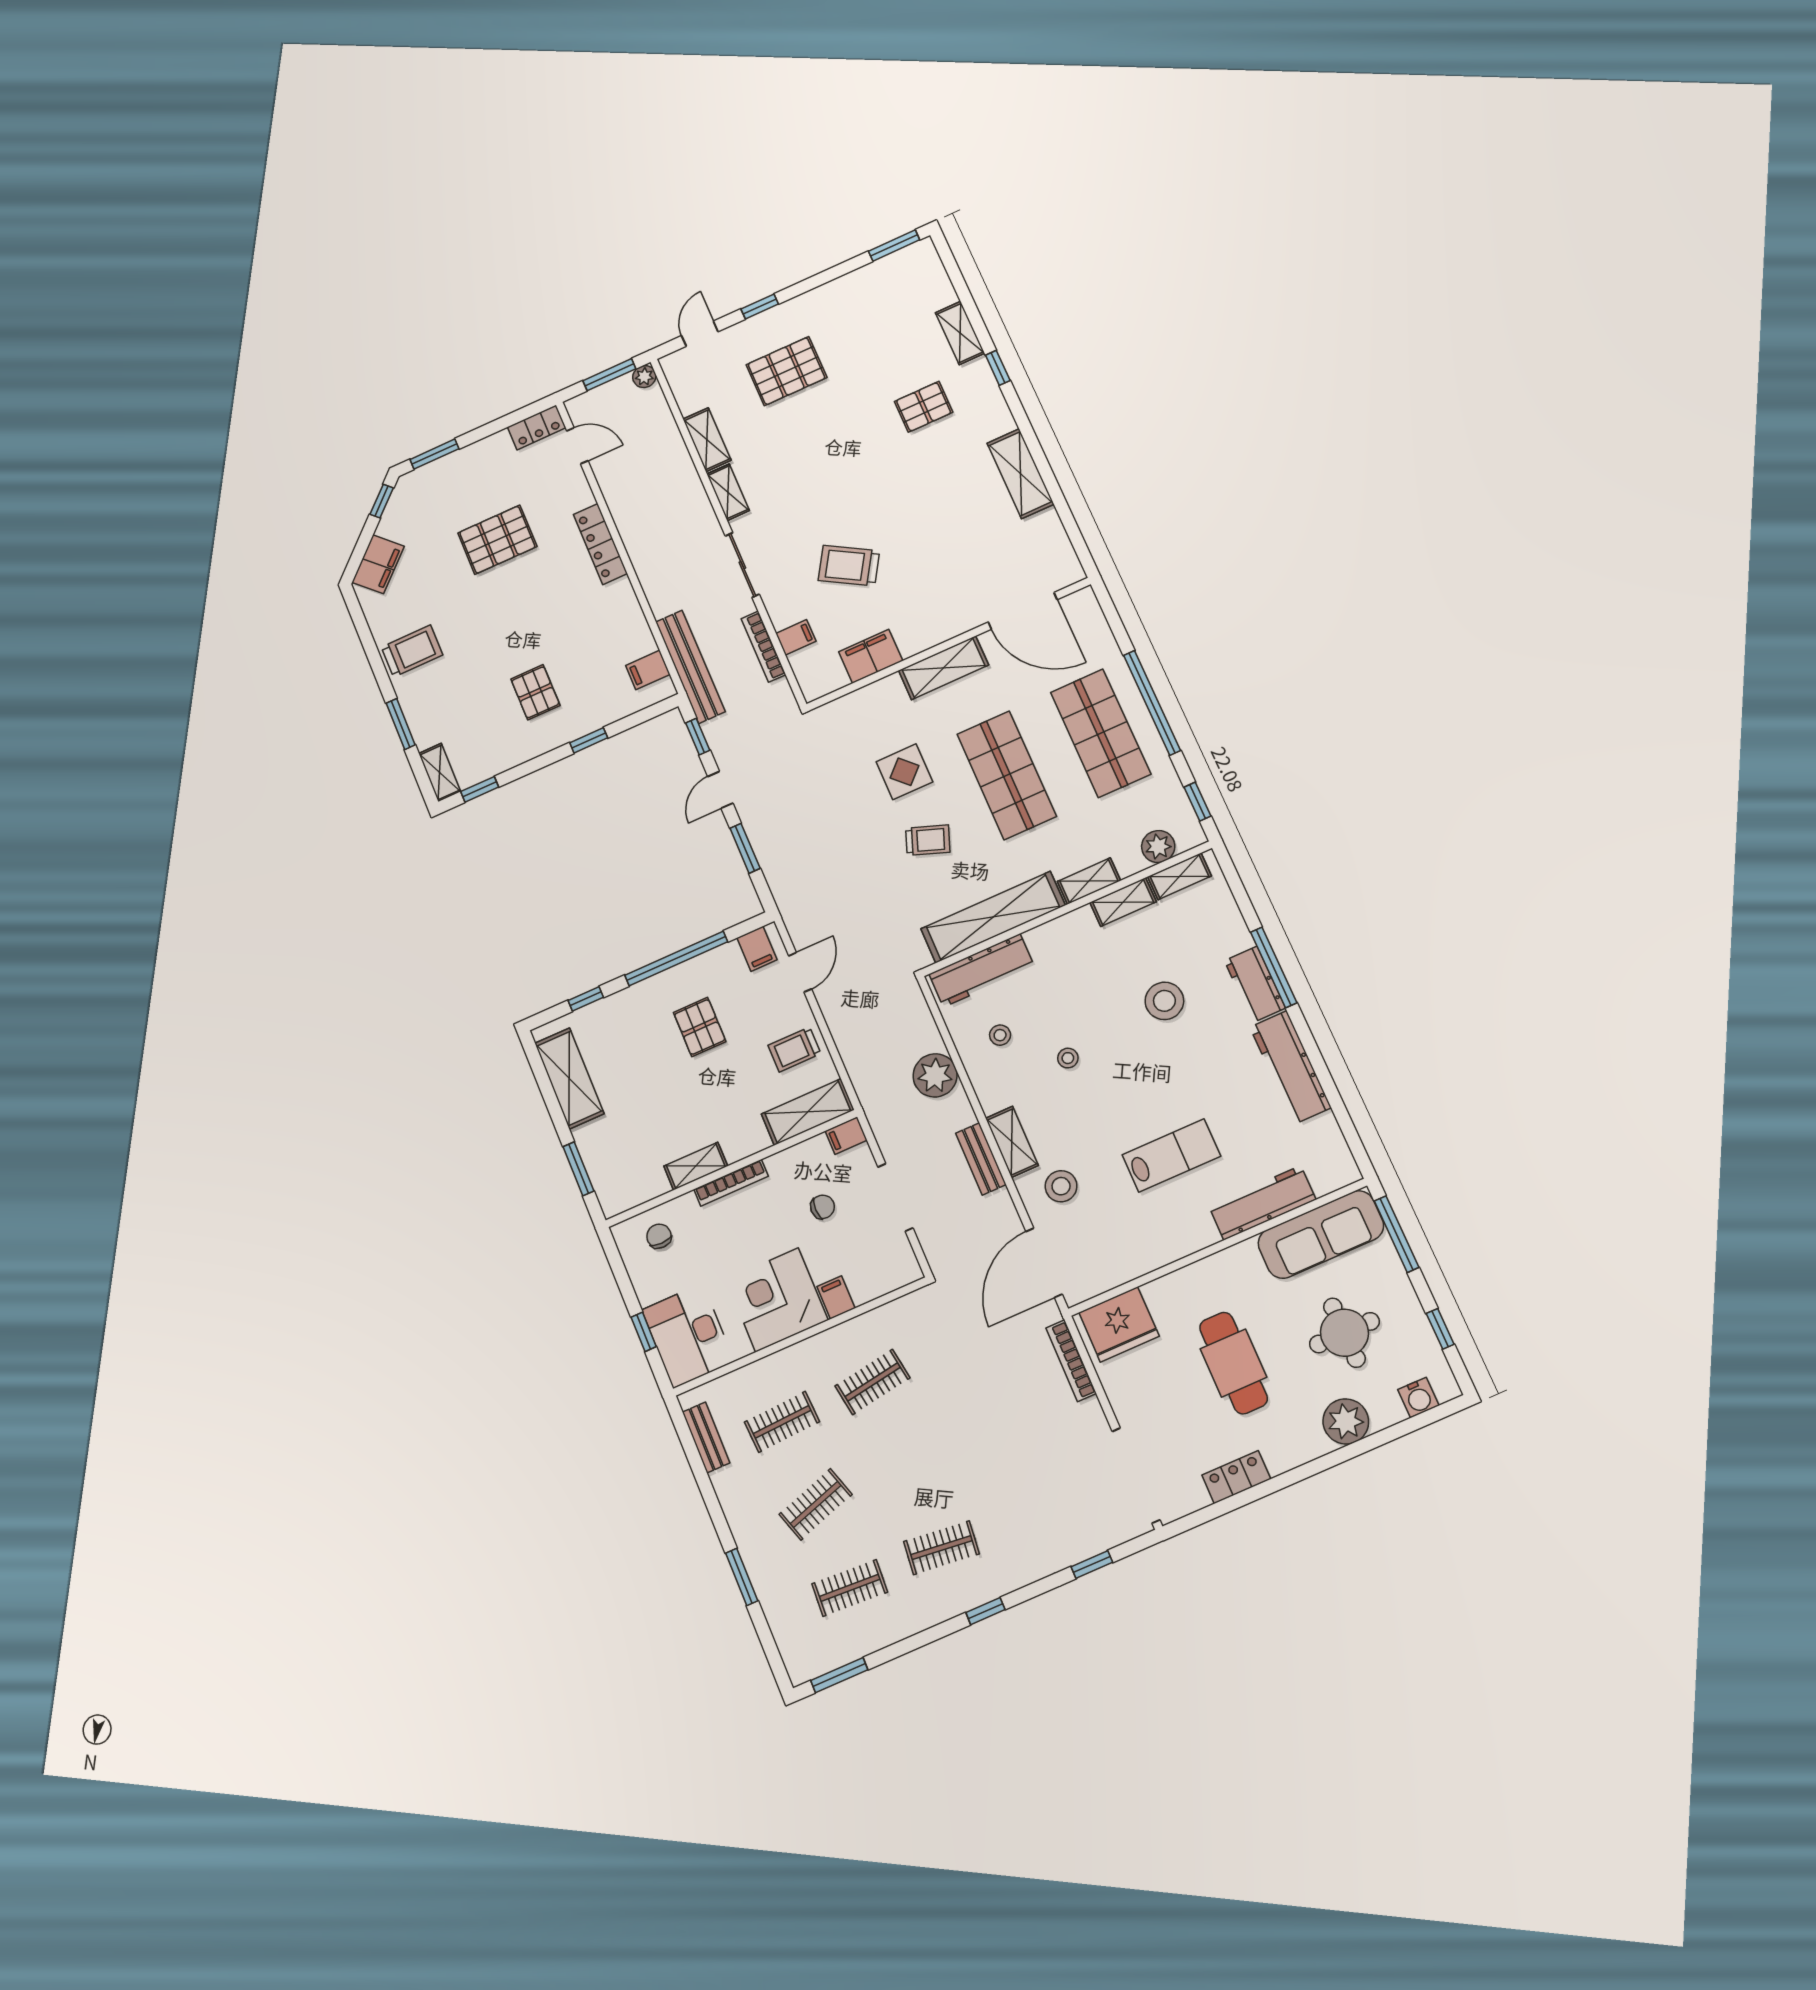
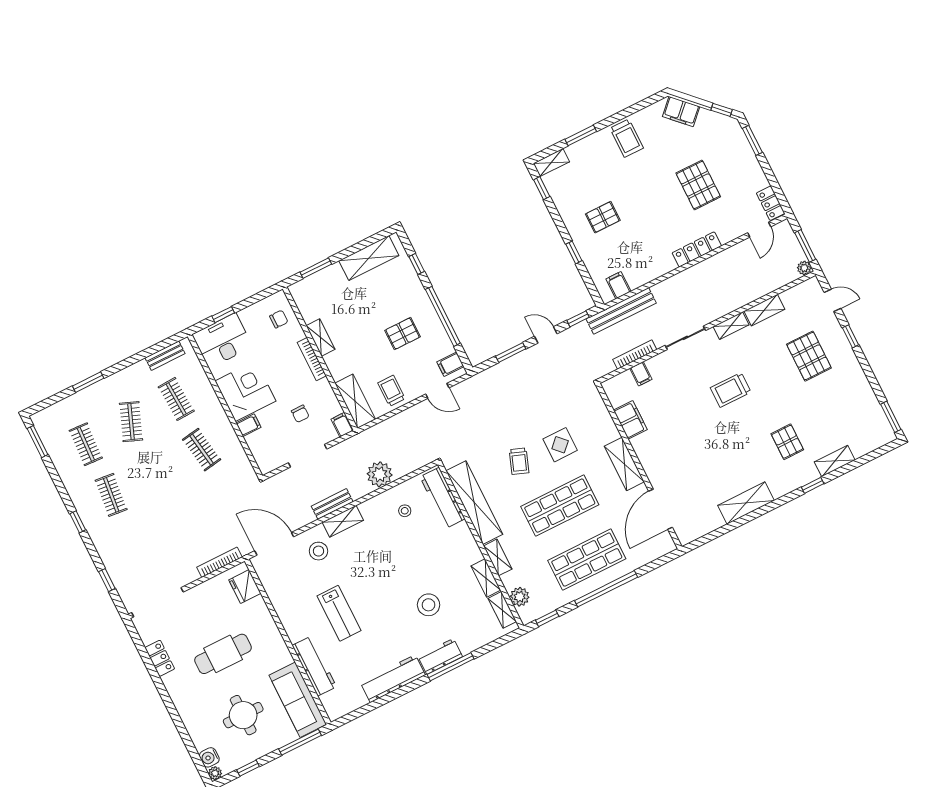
trolley: (849, 566) -> (731, 390), moved, turned -121
stool: (1068, 1058) -> (393, 551), removed
fridge: (1119, 1324) -> (245, 587), width x0.73, depth x0.75
plant: (1346, 1421) -> (215, 773), moved, width x0.53, depth x0.53
clothes rail: (816, 1504) -> (131, 422), turned 39

